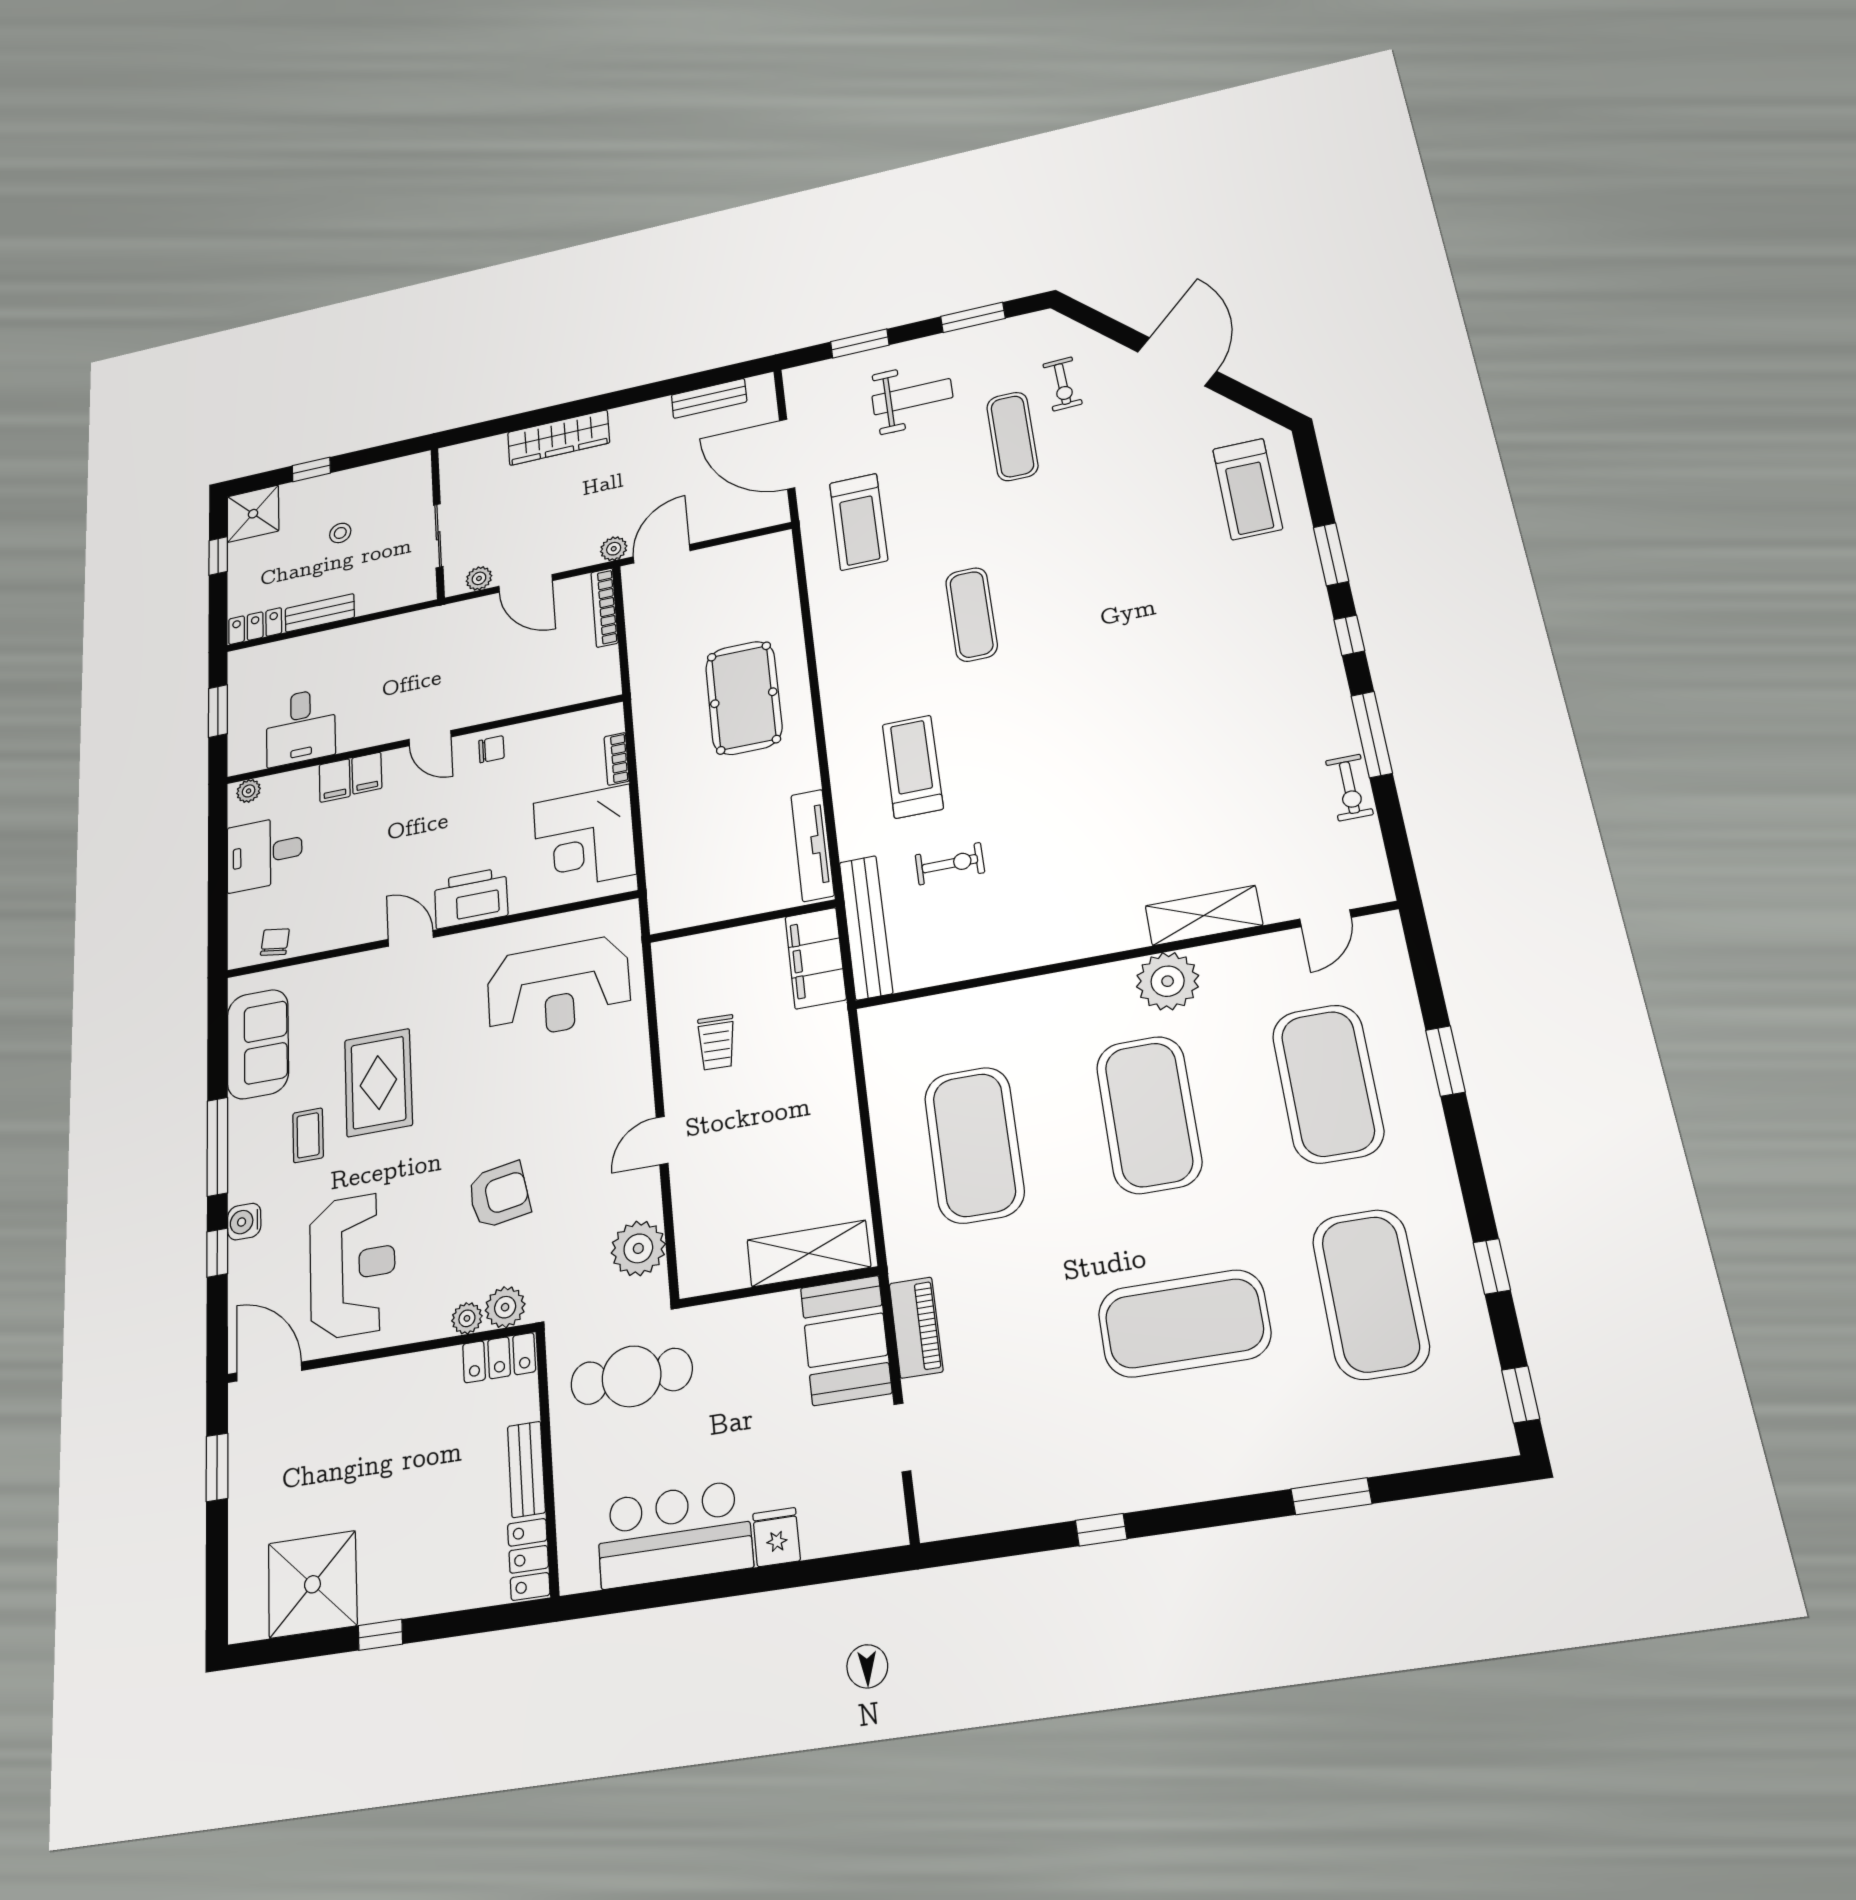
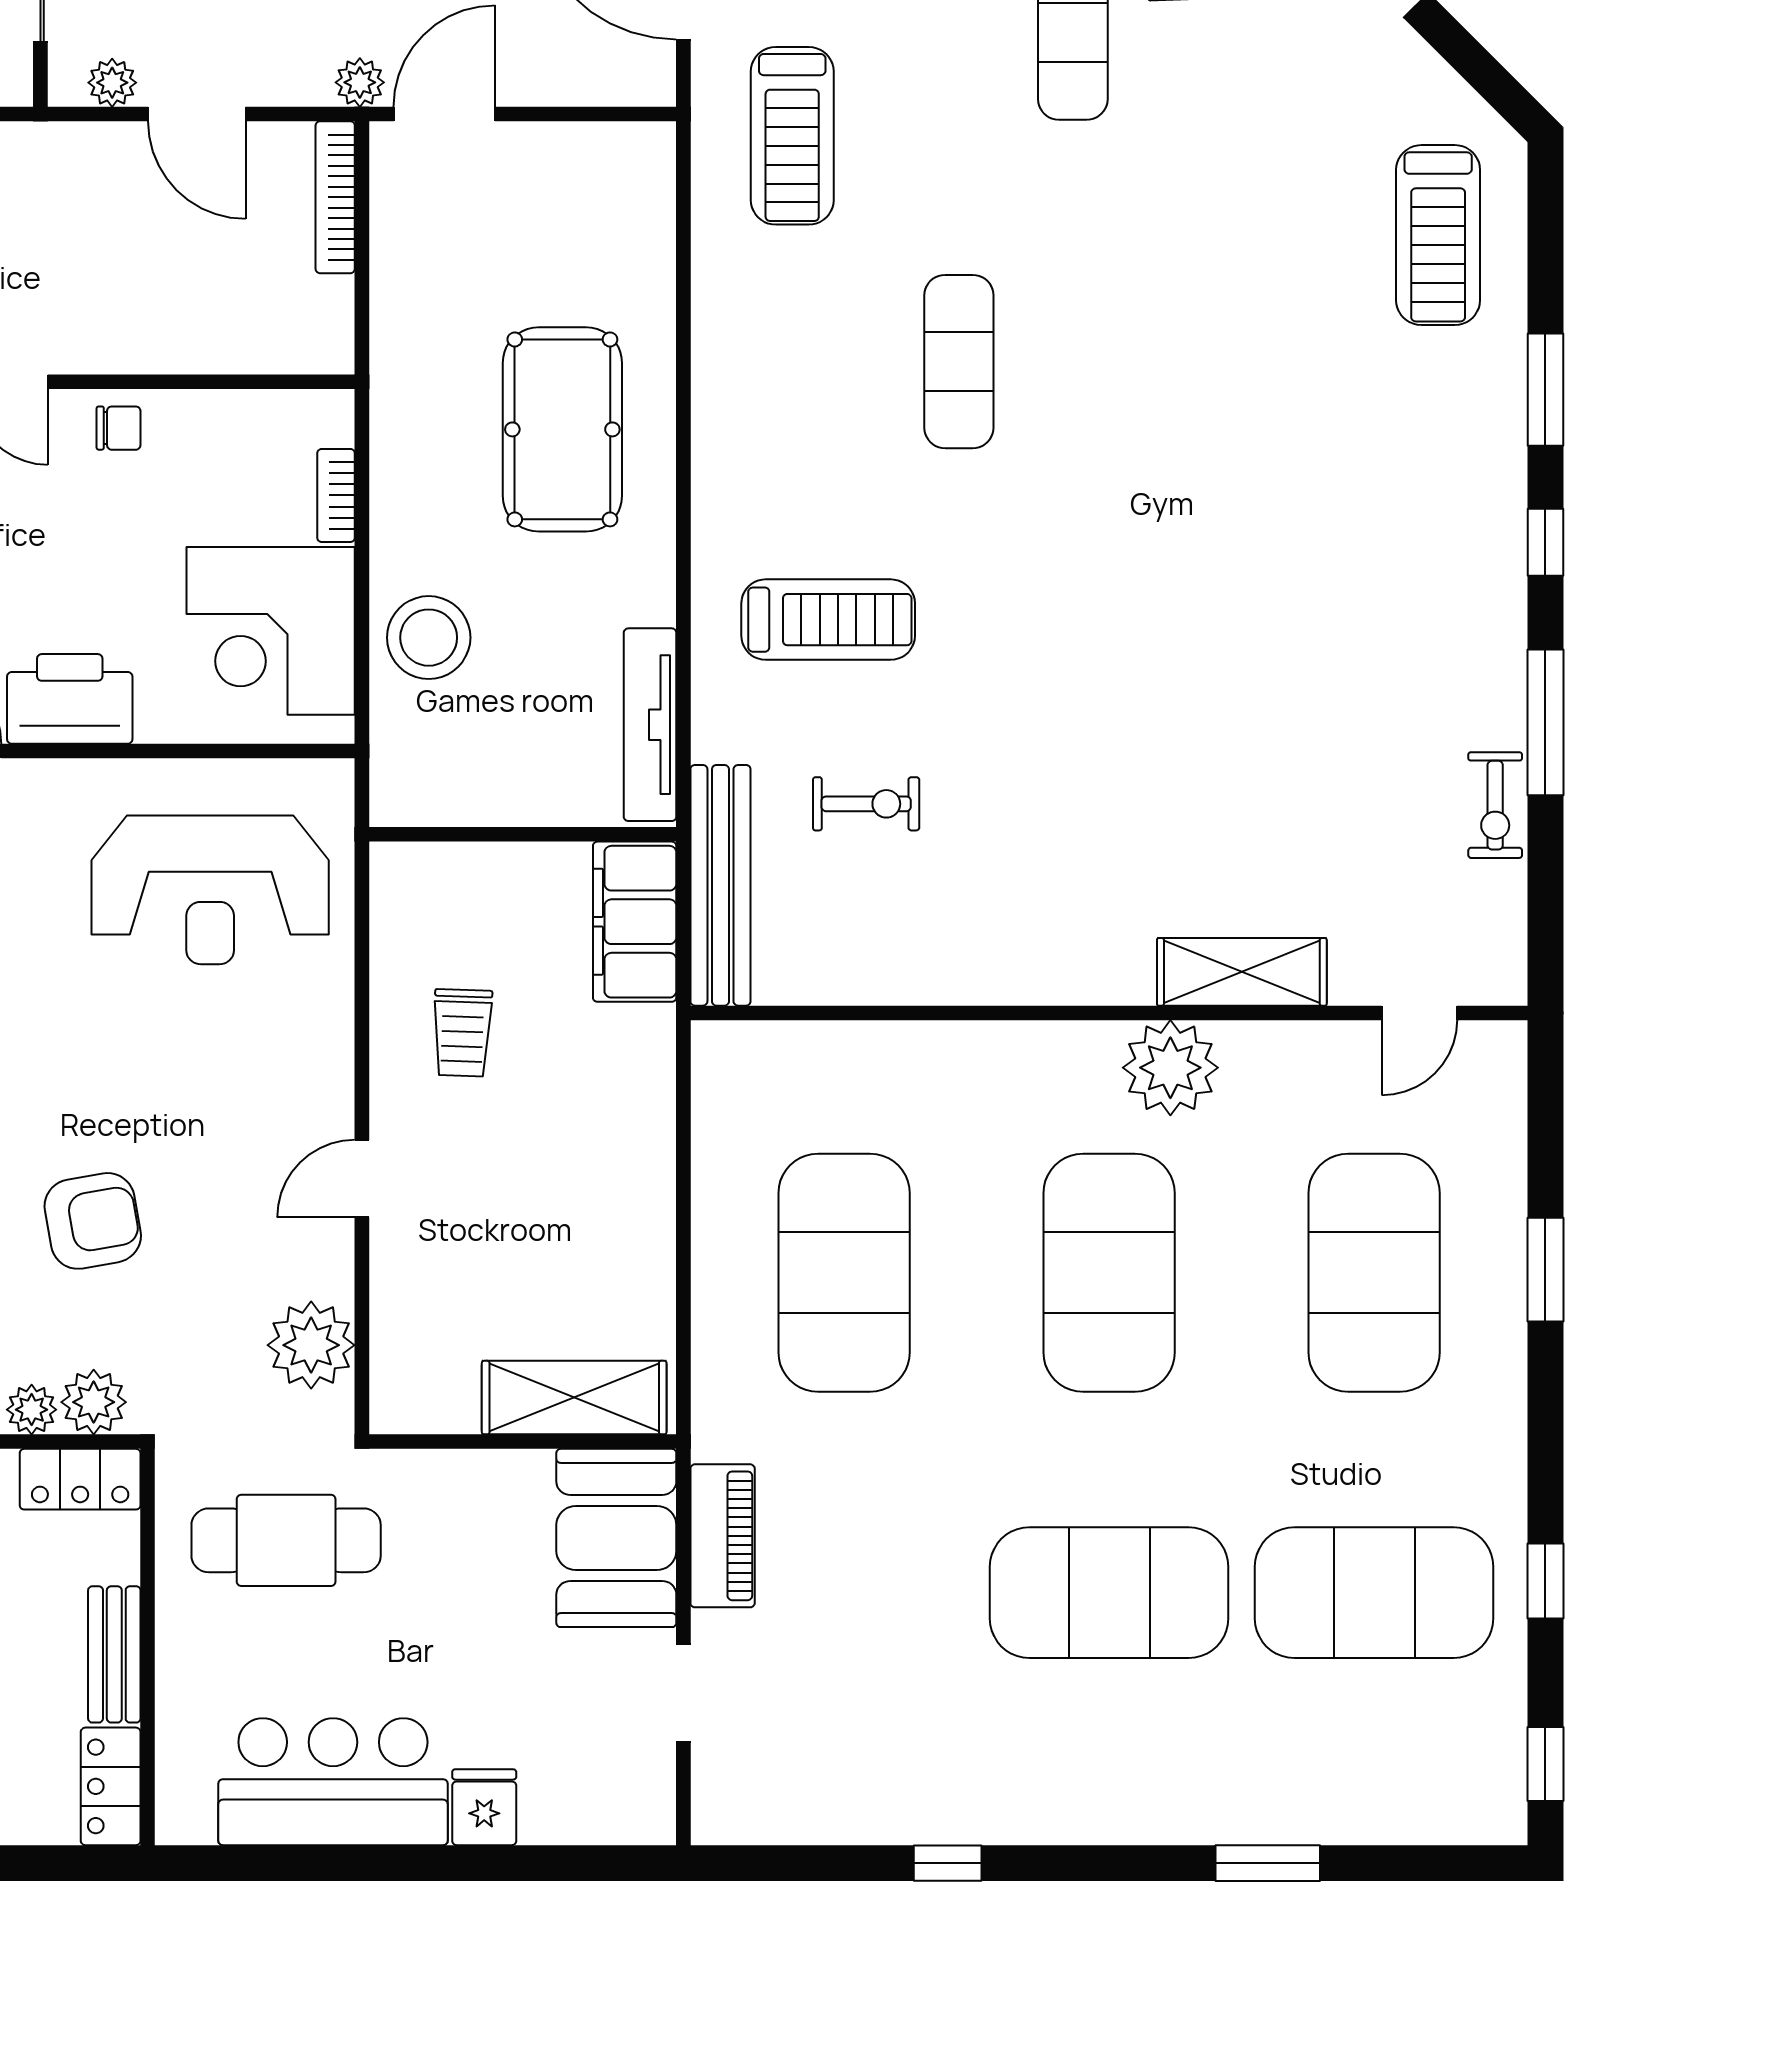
treadmill: (913, 767) -> (828, 620), turned 90
stool: (676, 824) -> (429, 638), added
exercise mat: (1371, 1294) -> (1374, 1593), turned 90

